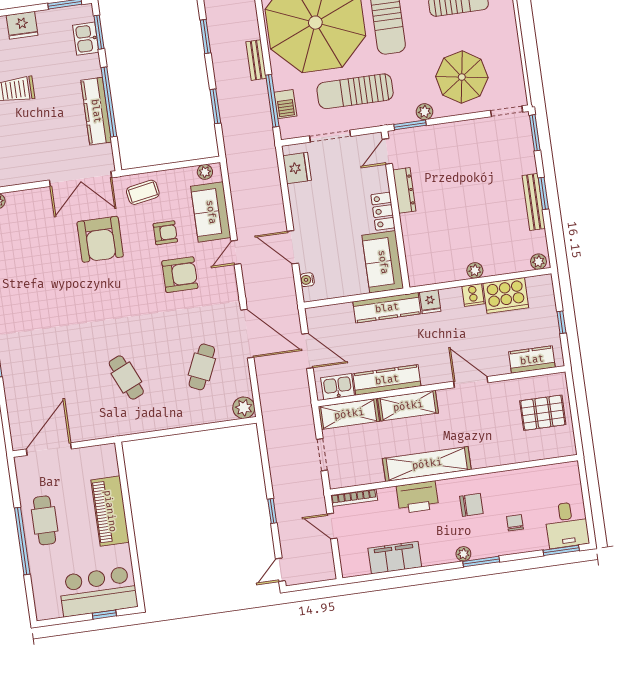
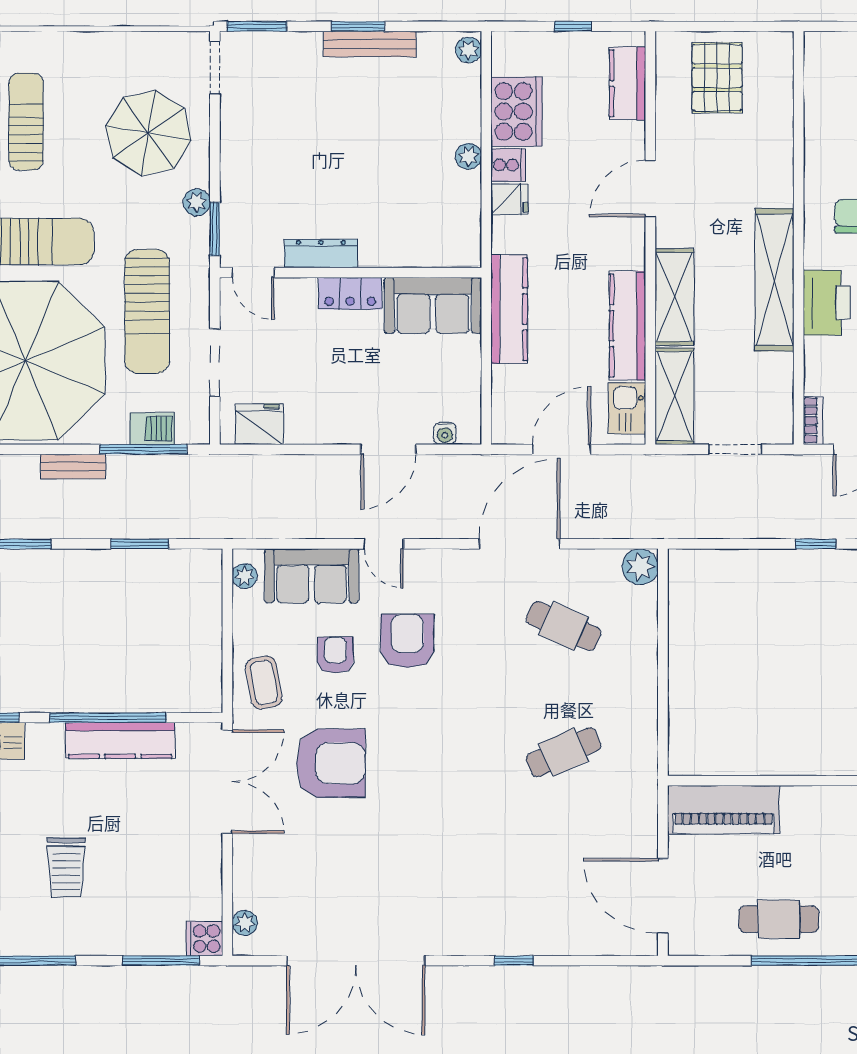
fridge: (430, 302) -> (509, 199), moved
bookcase: (354, 498) -> (813, 420), width x0.64
piano: (110, 511) -> (723, 810), moved

